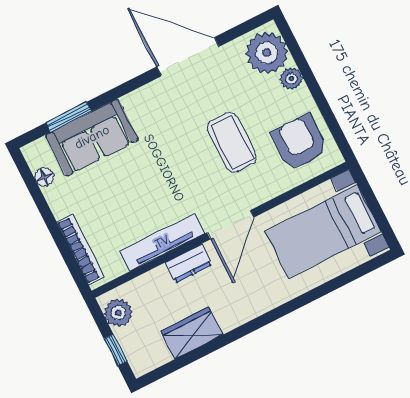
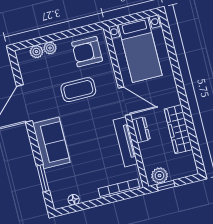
plant: (267, 53) -> (36, 52), width x0.53, depth x0.53
sofa: (92, 137) -> (51, 143), moved
wardrobe: (192, 333) -> (178, 129), width x1.50
window: (116, 350) -> (166, 185), moved

